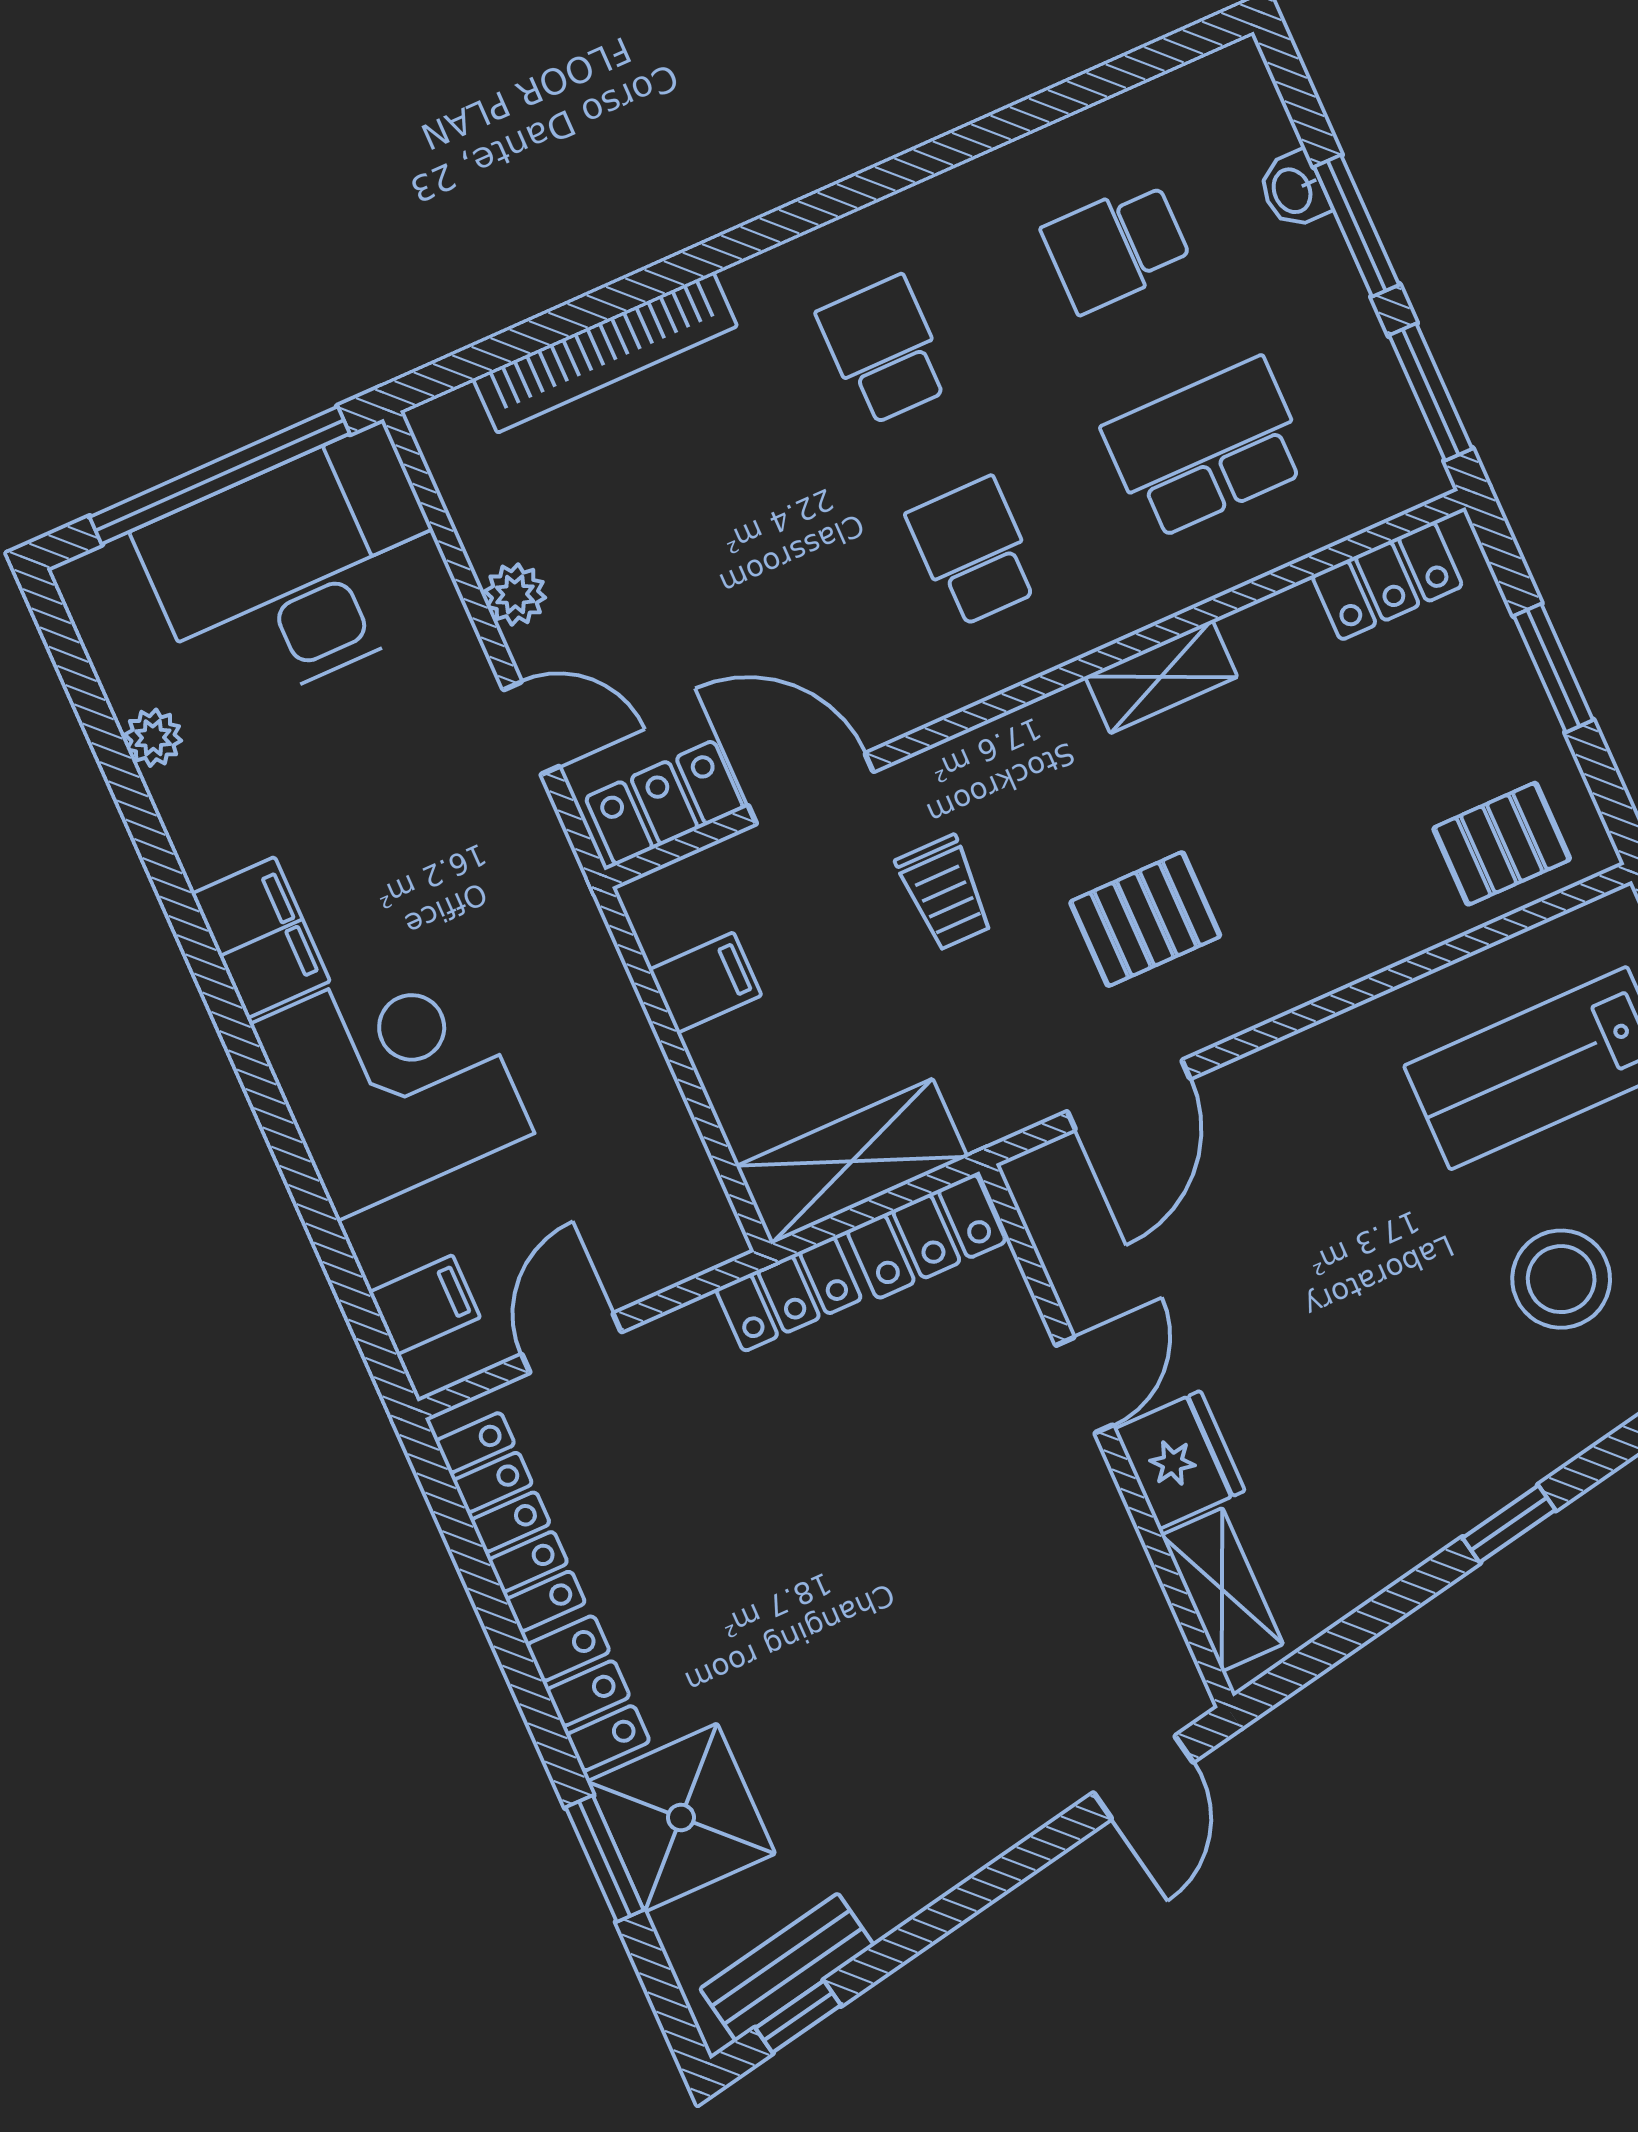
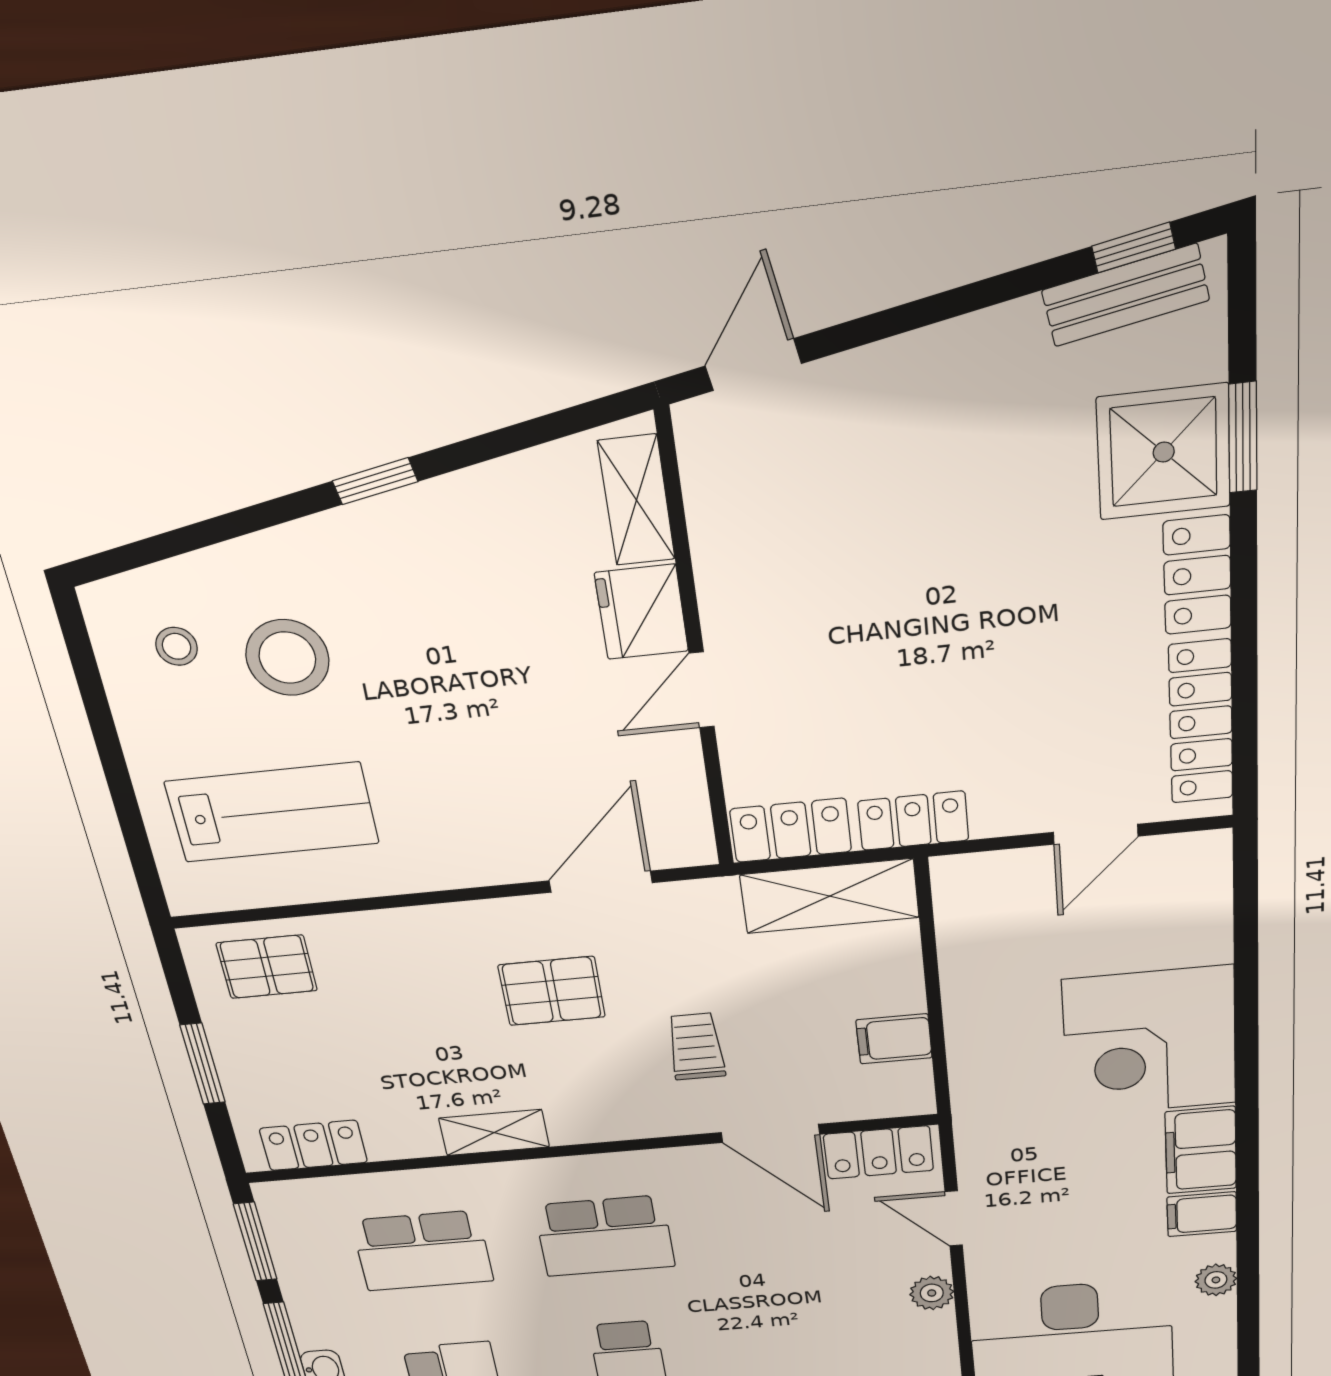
school desk: (974, 552) -> (605, 1236), width x1.85
filing cabinet: (425, 1305) -> (1202, 1214), moved

